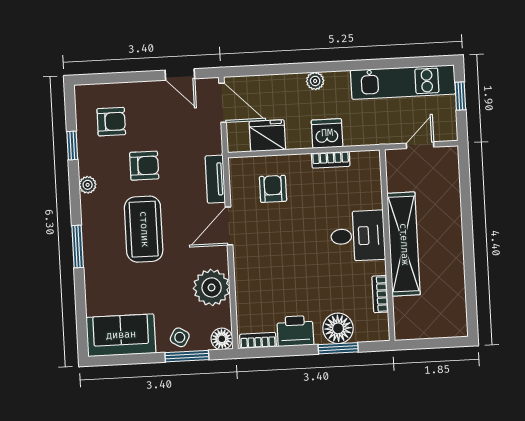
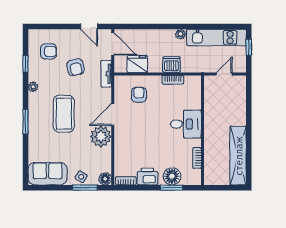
plant: (315, 81) -> (181, 34), moved
armchair: (144, 166) -> (76, 67), moved, turned 78
tv unit: (215, 179) -> (106, 74), moved
shelving: (404, 244) -> (238, 156), moved
plant: (212, 287) -> (101, 137), moved

